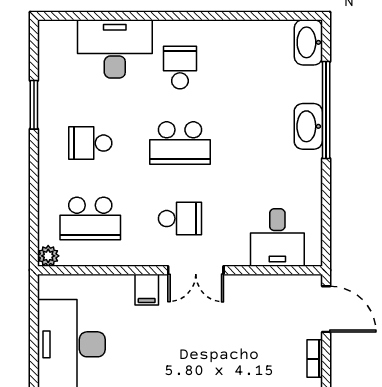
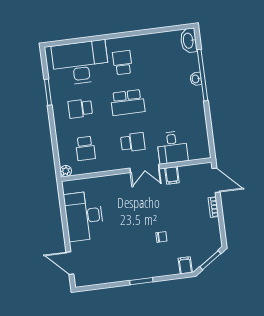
desk: (115, 49) -> (80, 63), width x1.36, depth x1.30
washbasin: (308, 126) -> (196, 79), width x0.52, depth x0.69
school desk: (90, 219) -> (85, 148), width x0.54
desk: (277, 238) -> (172, 147), moved
filing cabinet: (147, 290) -> (172, 175), moved

